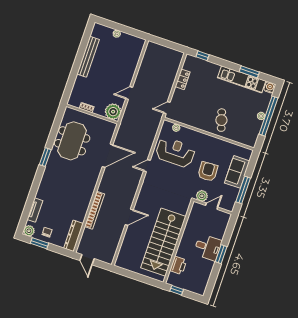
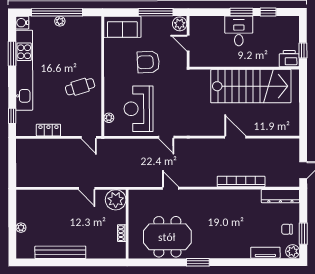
kitchen unit: (242, 79) -> (24, 70), width x1.36
cafe table: (221, 120) -> (80, 87), moved
door: (108, 156) -> (171, 188), width x0.53
sofa: (237, 172) -> (122, 27), moved
plant: (202, 196) -> (180, 24), moved
printer: (178, 265) -> (289, 59), moved
window: (214, 274) -> (268, 12), added

